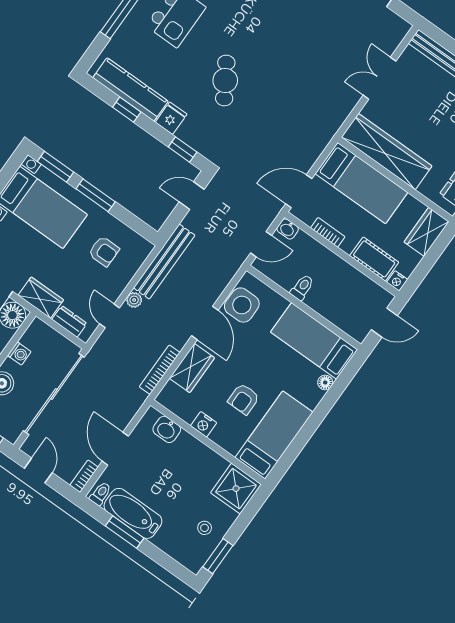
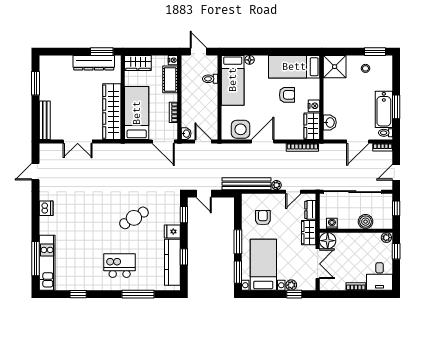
toilet: (302, 287) -> (210, 79), moved
washing machine: (19, 354) -> (332, 223), moved
wardrobe: (192, 368) -> (312, 126), moved, turned -90

